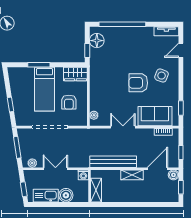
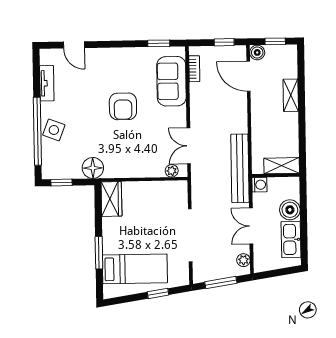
tv unit: (166, 31) -> (47, 83), moved
floor lamp: (97, 41) -> (93, 168), moved
window: (87, 51) -> (61, 183), moved
side table: (162, 76) -> (54, 130), moved
bed: (45, 89) -> (135, 269), moved
armchair: (69, 102) -> (153, 208), removed
double door: (123, 127) -> (189, 146), moved
bench: (113, 162) -> (240, 168), moved
shelving: (132, 175) -> (291, 95), moved
window: (24, 189) -> (282, 272), removed

